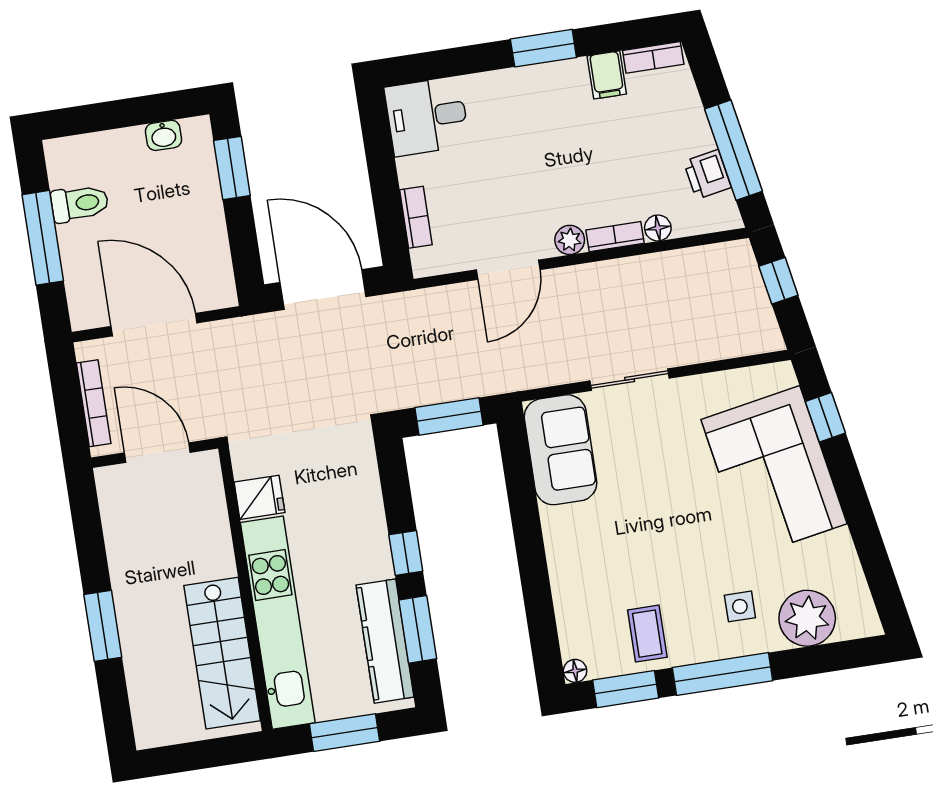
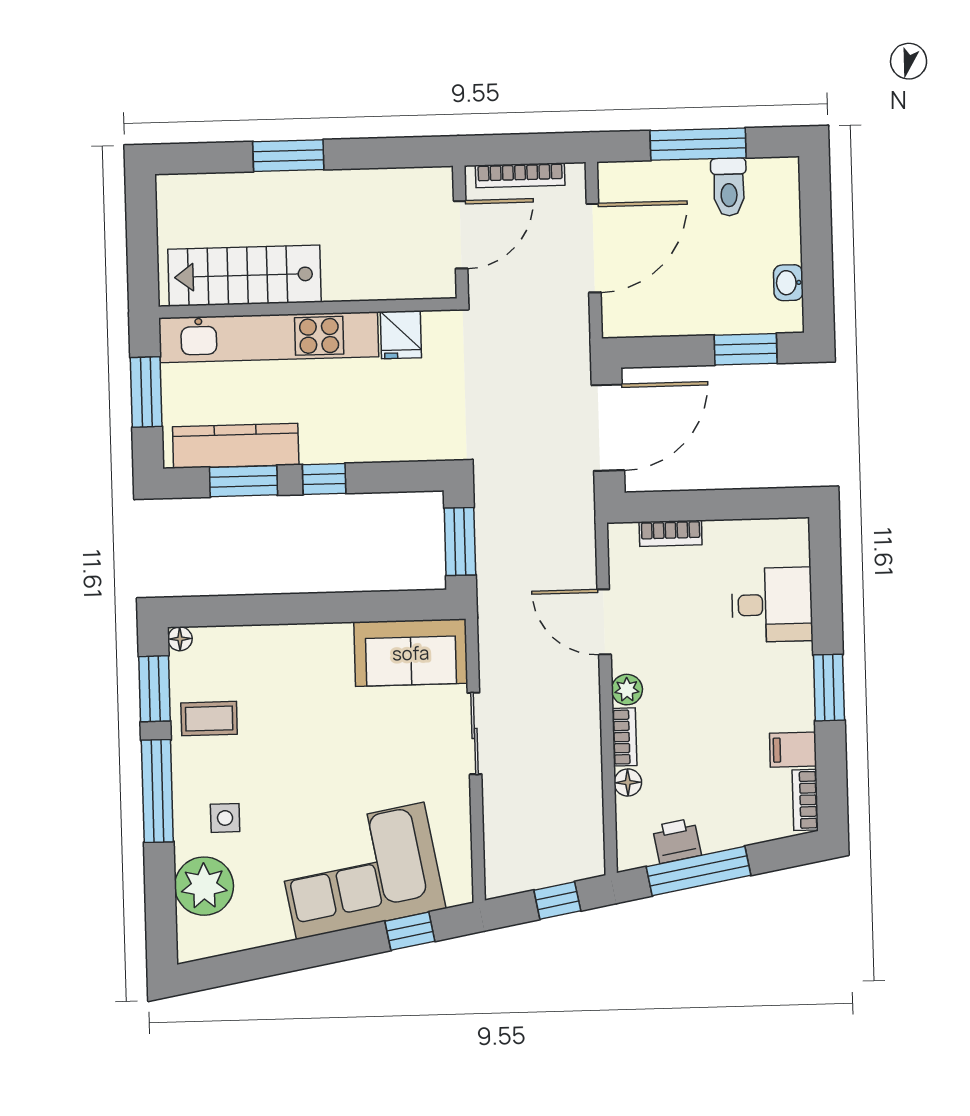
desk: (427, 116) -> (772, 605), moved, turned 90

